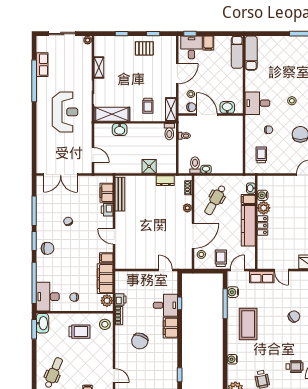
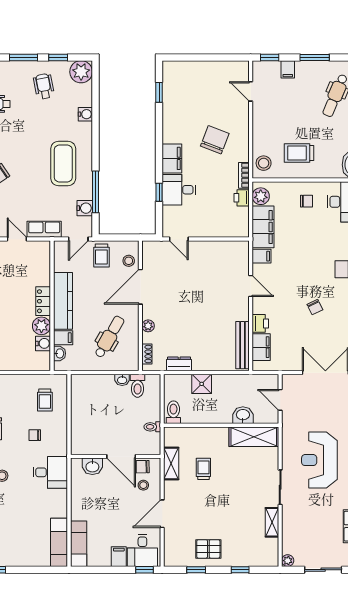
shelving: (112, 114) -> (254, 437), moved
wall: (135, 122) -> (221, 425), moved
washbasin: (120, 130) -> (243, 415), moved
toilet: (169, 132) -> (173, 412), moved

